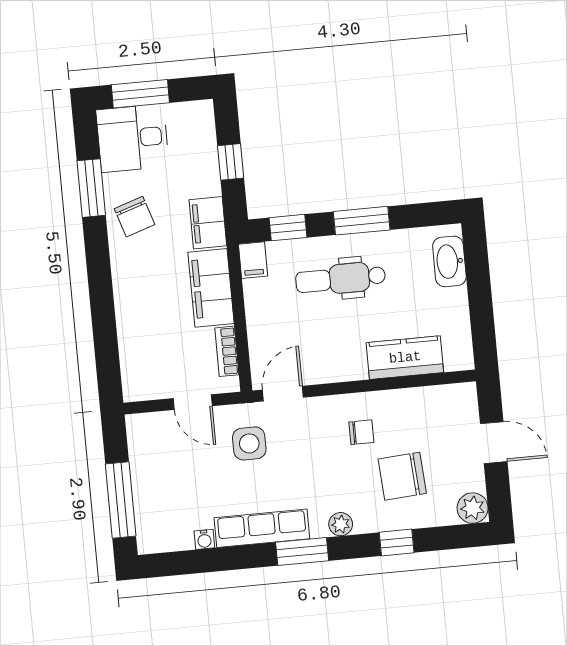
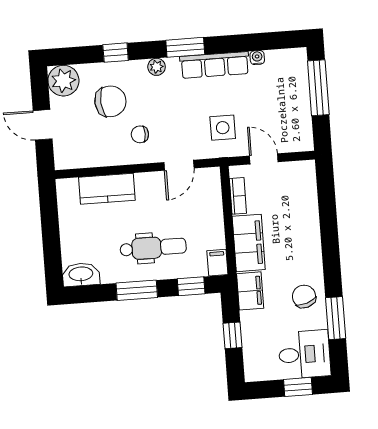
window: (140, 94) -> (298, 387), width x0.67
washbasin: (449, 261) -> (81, 275), moved, turned -90
door: (283, 394) -> (179, 165), moved
plant: (473, 508) -> (63, 81), width x1.36, depth x1.36

